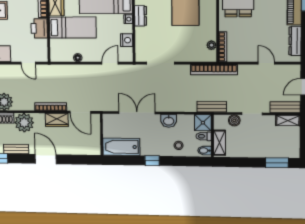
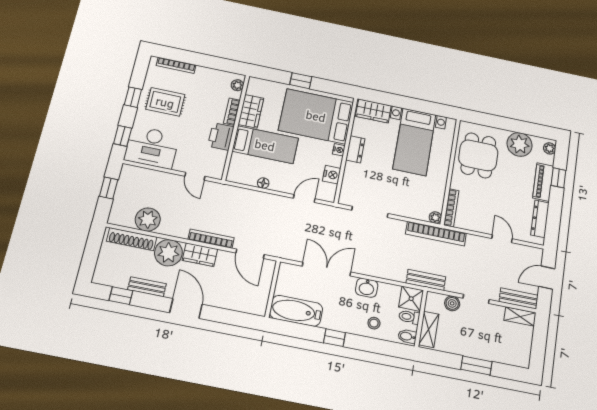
plant: (211, 45) -> (435, 218), moved
wardrobe: (57, 120) -> (200, 255), moved
window: (277, 163) -> (476, 366), moved

